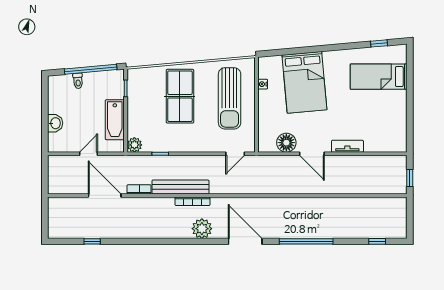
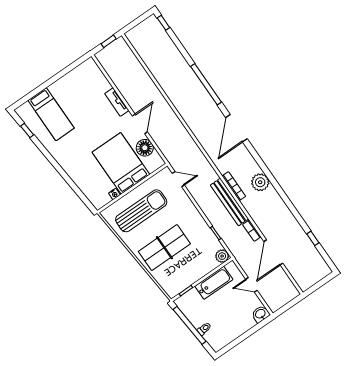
bed: (304, 82) -> (121, 163), moved, turned -85
washbasin: (55, 123) -> (261, 314), moved
plant: (202, 229) -> (260, 182), moved
window: (377, 241) -> (163, 23), moved

